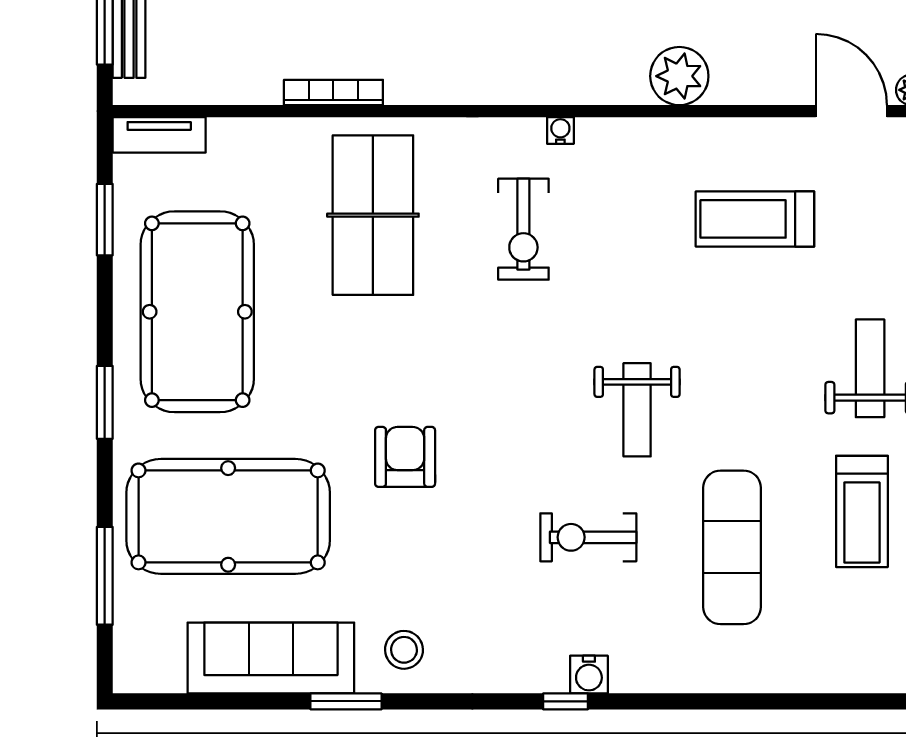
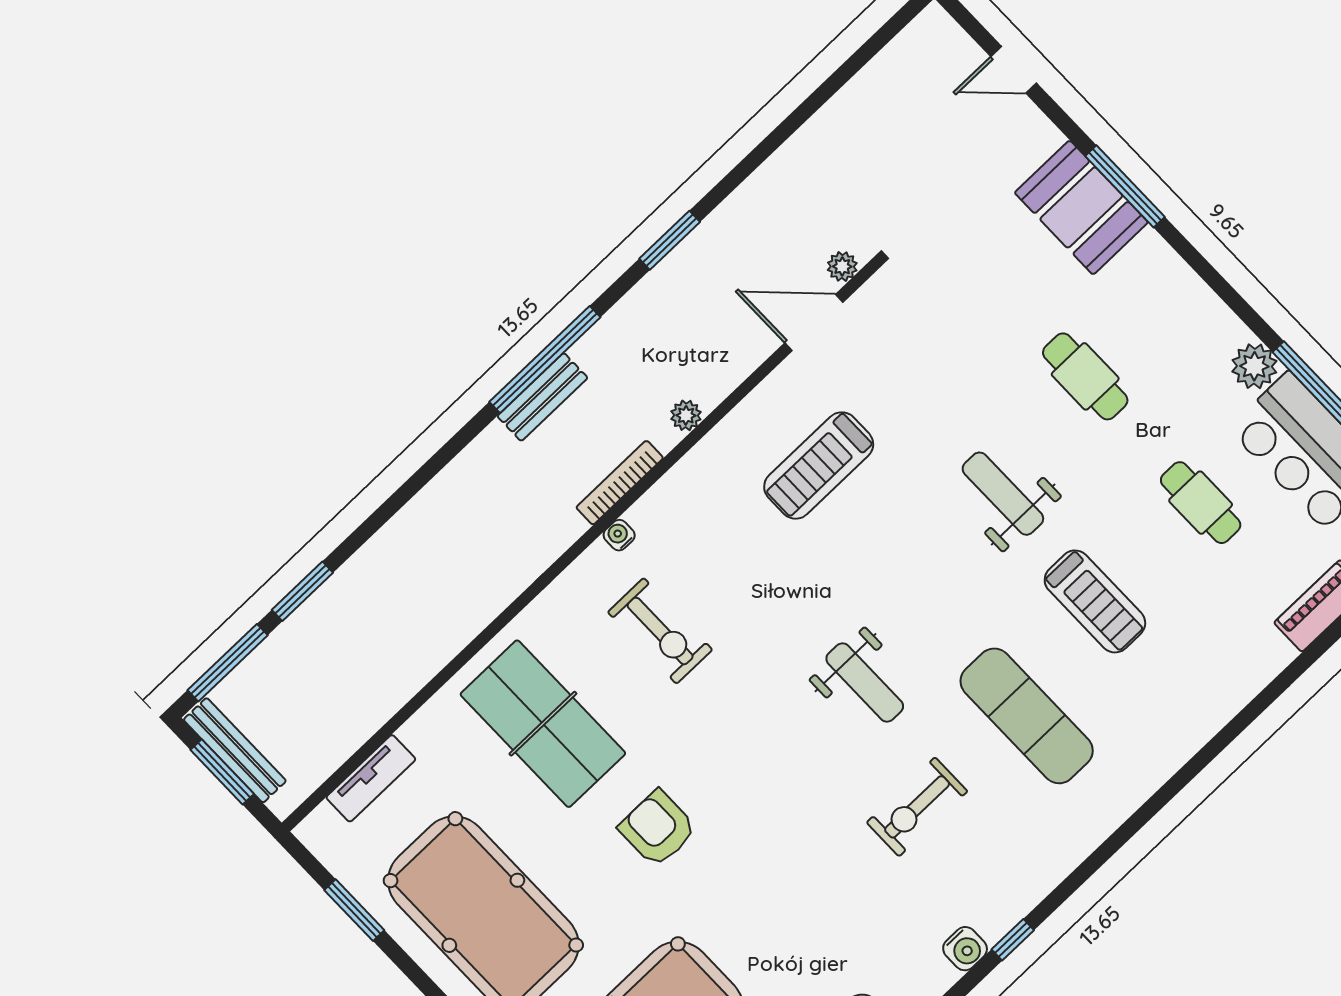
plant: (679, 76) -> (686, 415), width x0.53, depth x0.53
bookcase: (333, 92) -> (620, 483), moved
tv unit: (159, 135) -> (371, 778), moved
armchair: (405, 457) -> (658, 828), moved
water cooler: (589, 675) -> (965, 949), moved

